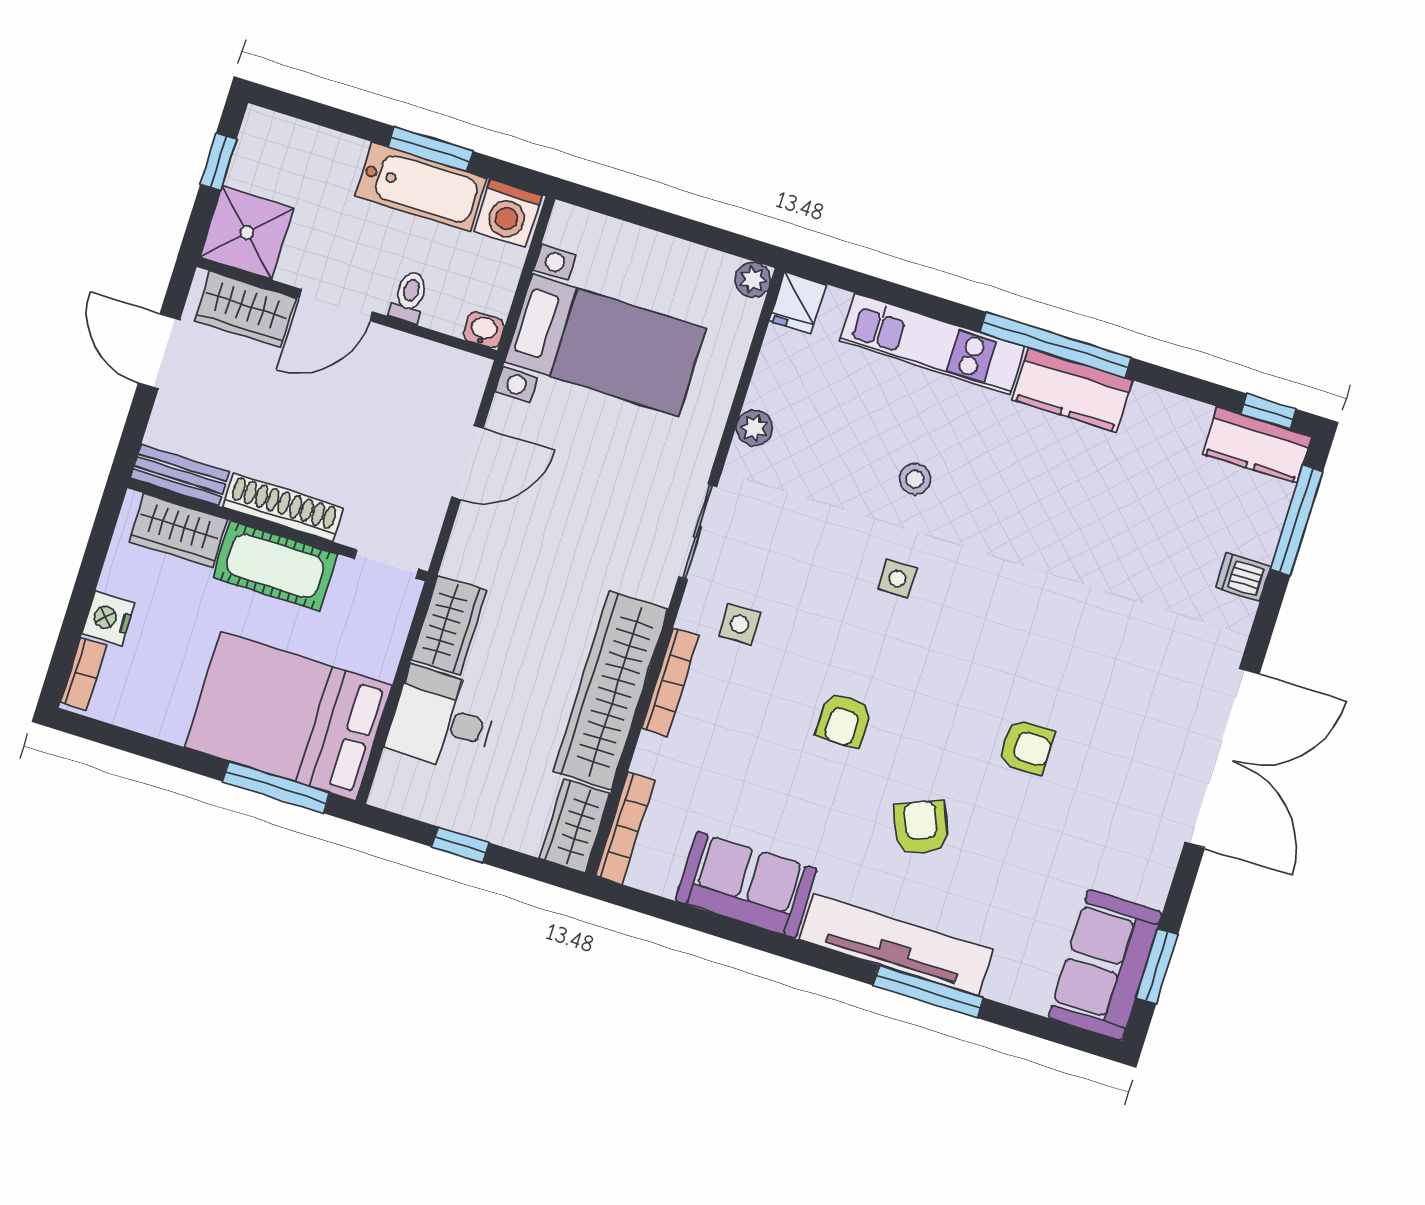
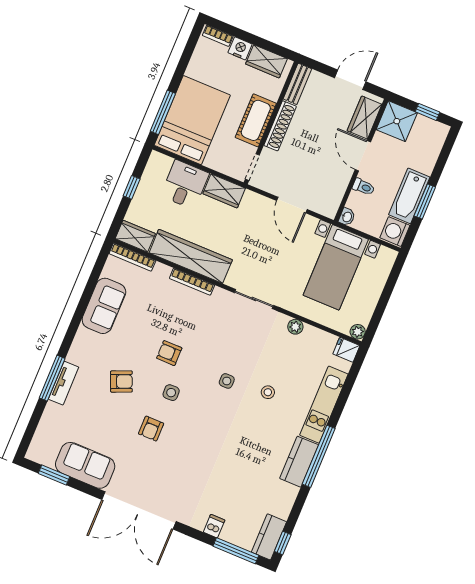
wardrobe: (178, 530) -> (266, 61), moved, turned -90
side table: (740, 624) -> (171, 393), moved
tv unit: (896, 945) -> (64, 383), width x0.52, depth x0.78
sofa: (1105, 965) -> (85, 465), moved

